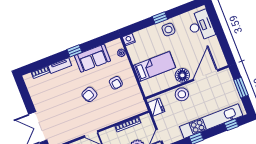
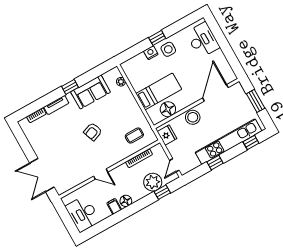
nightstand: (129, 39) -> (151, 53), moved
floor lamp: (182, 75) -> (168, 109), moved
armchair: (116, 83) -> (120, 115), removed
coffee table: (127, 103) -> (134, 135), added

